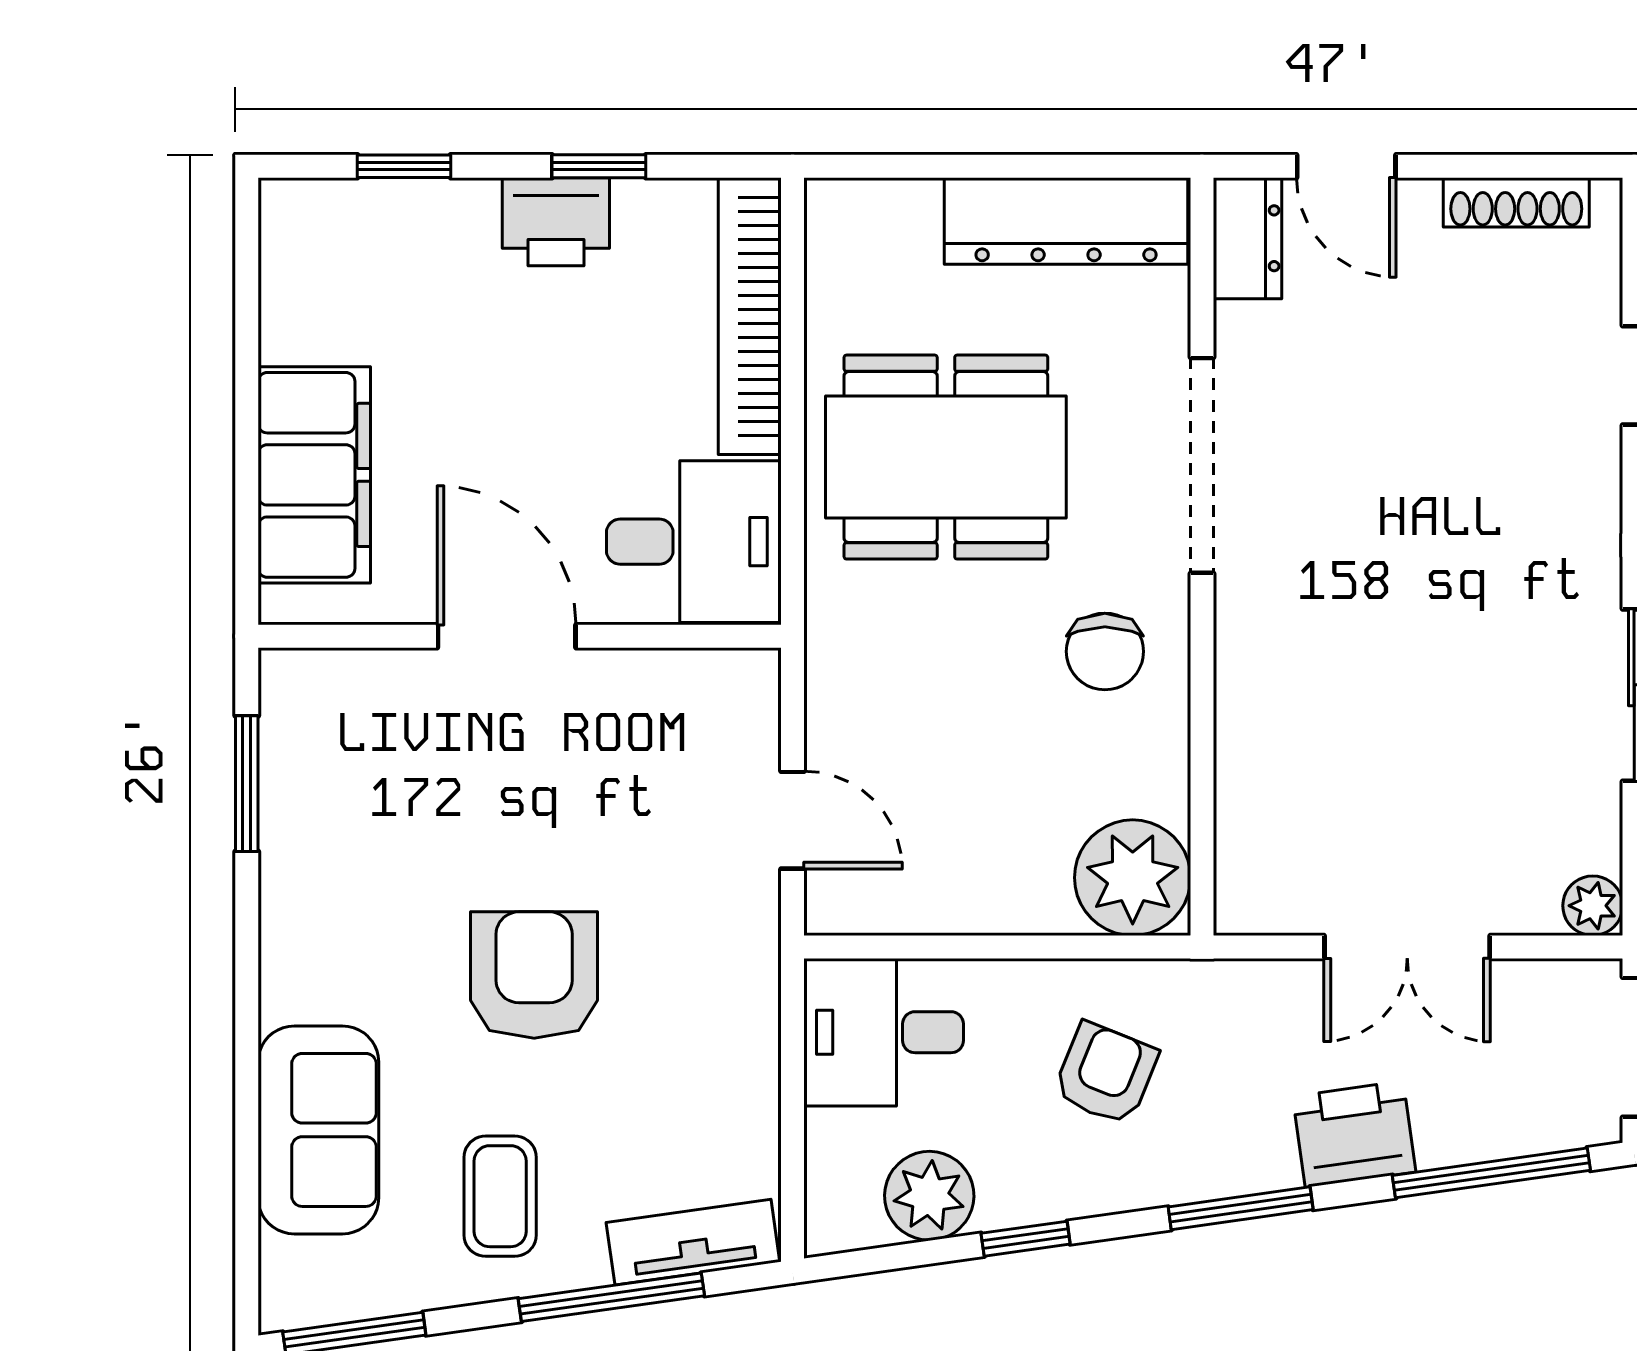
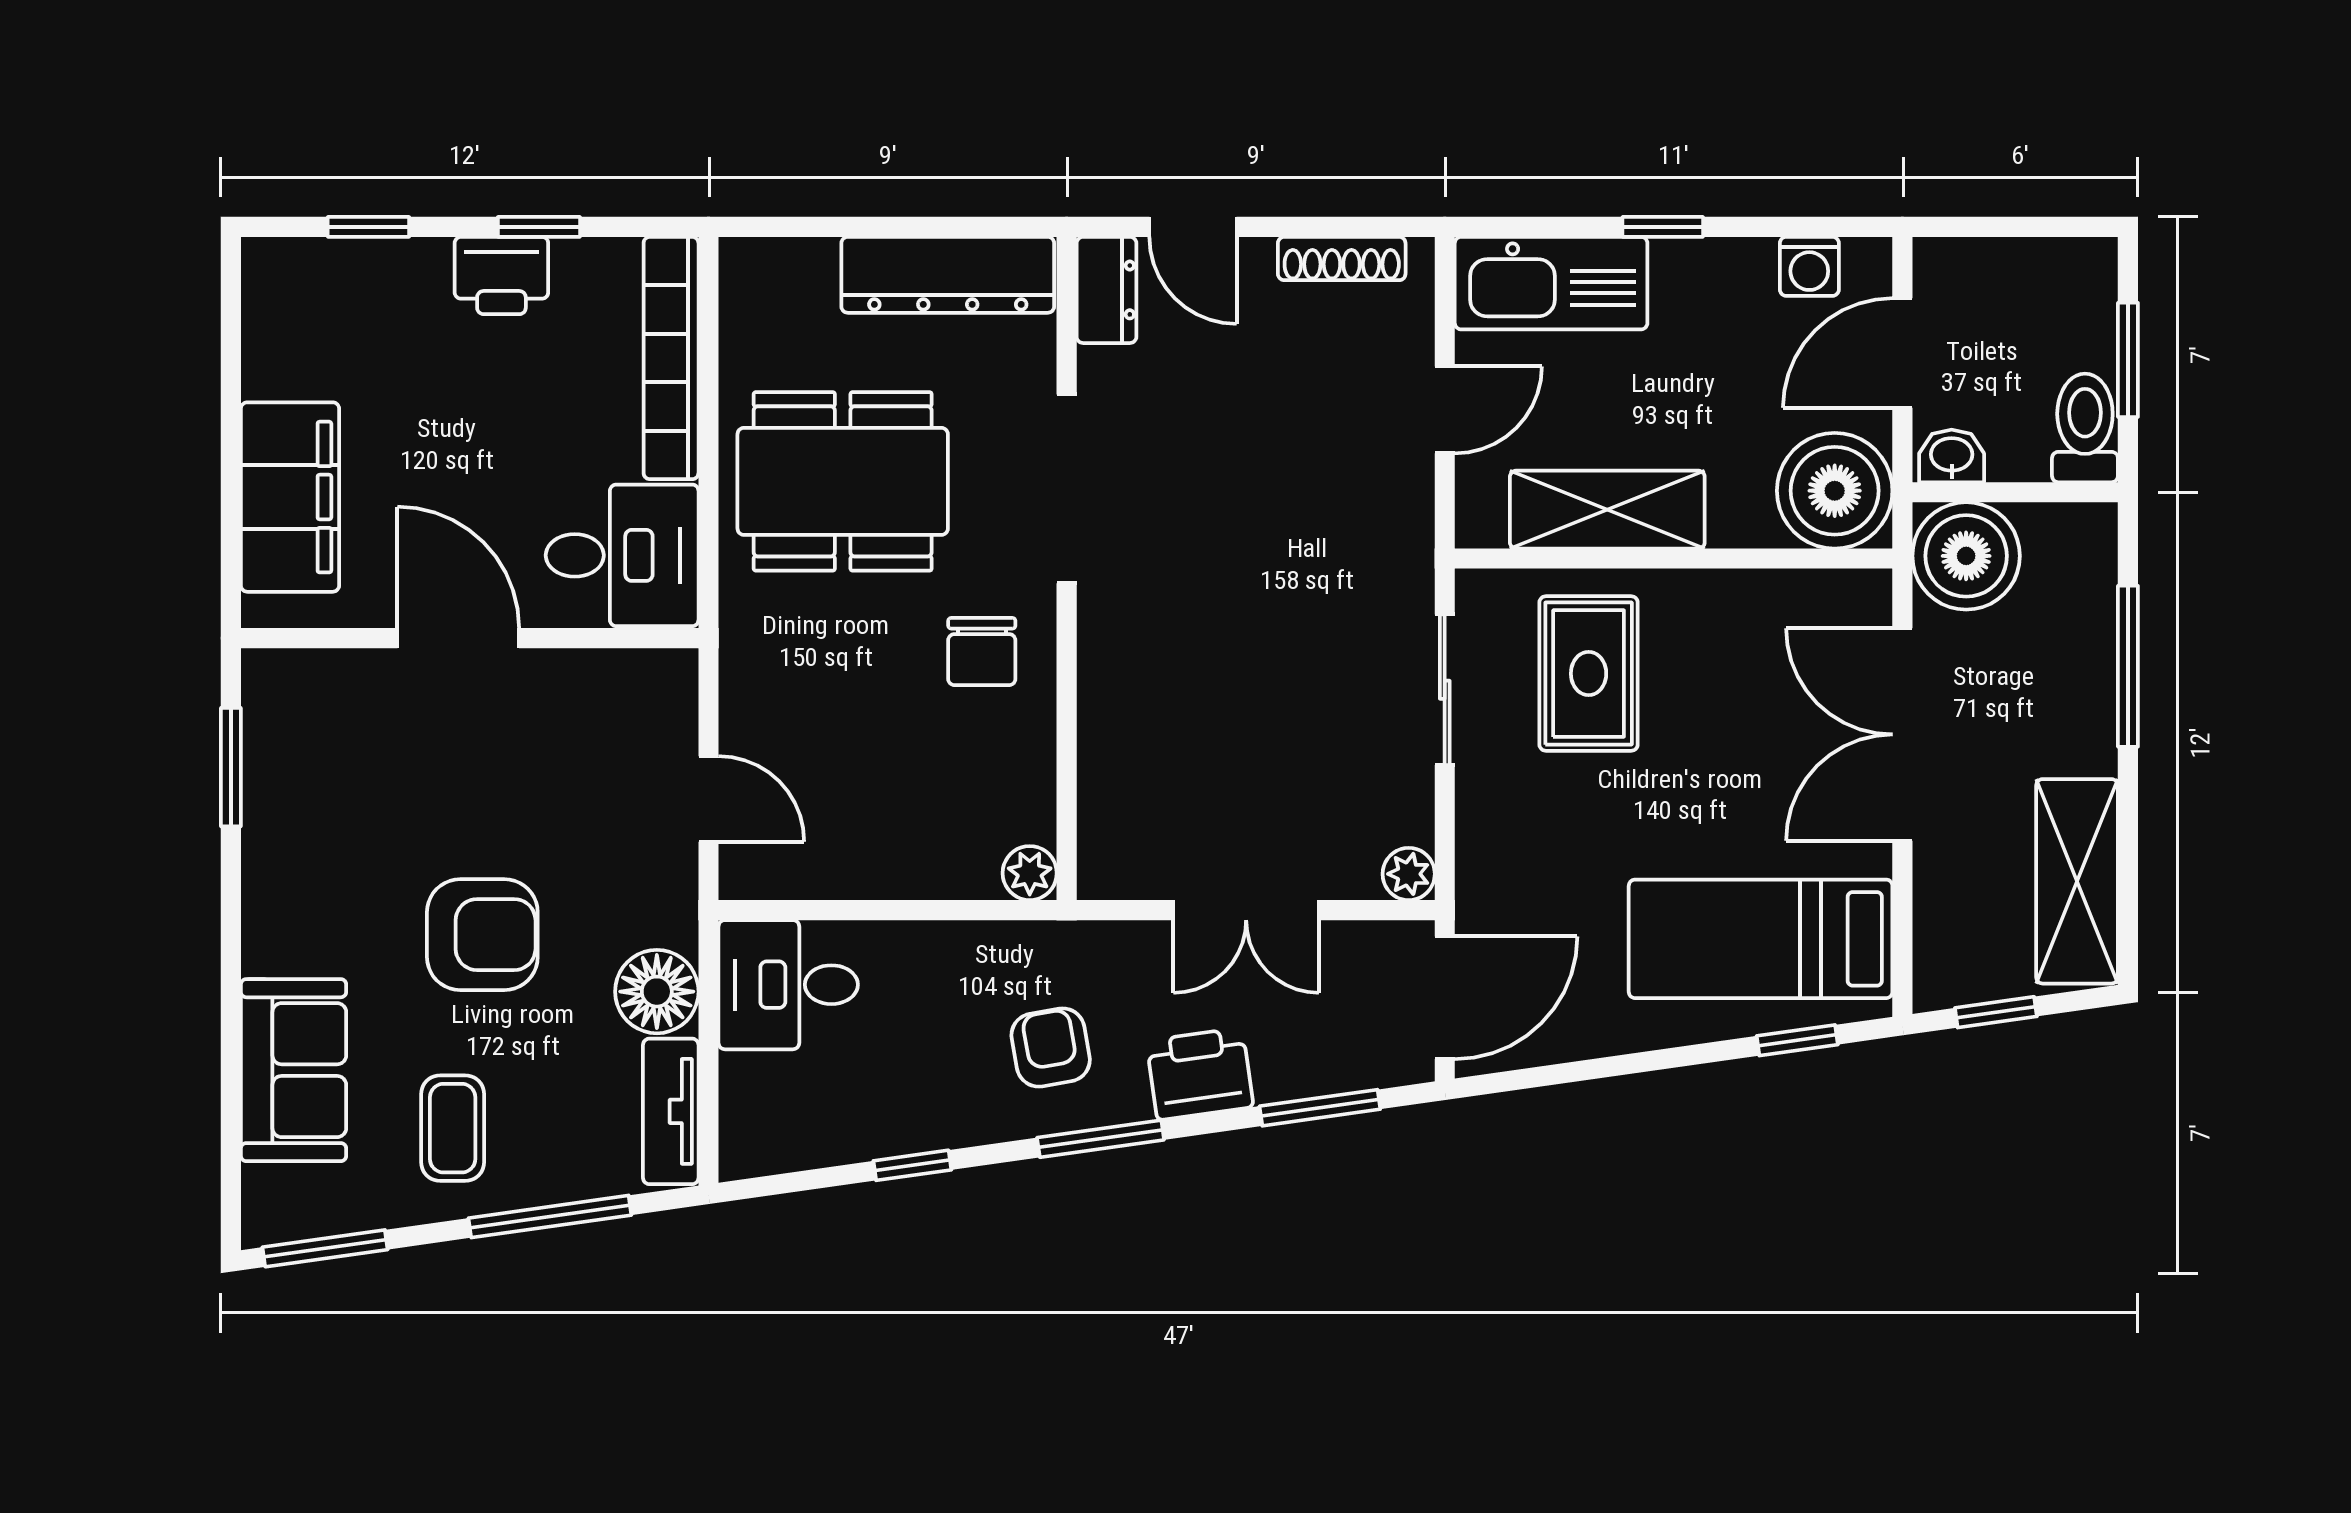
plant: (1133, 878) -> (1030, 873), width x0.53, depth x0.53
armchair: (534, 975) -> (482, 935), turned 90
floor lamp: (734, 1040) -> (657, 992), added
armchair: (1106, 1074) -> (1051, 1047), moved, turned -32
window: (1491, 1173) -> (1320, 1108), width x0.69
plant: (929, 1196) -> (828, 1128), removed
tv unit: (693, 1242) -> (671, 1111), moved, turned -82

